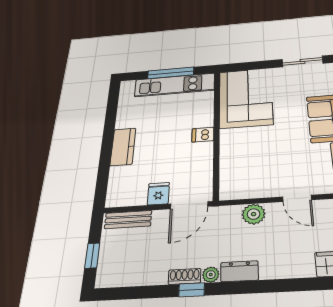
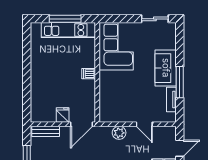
kitchen counter: (123, 147) -> (37, 78), removed

